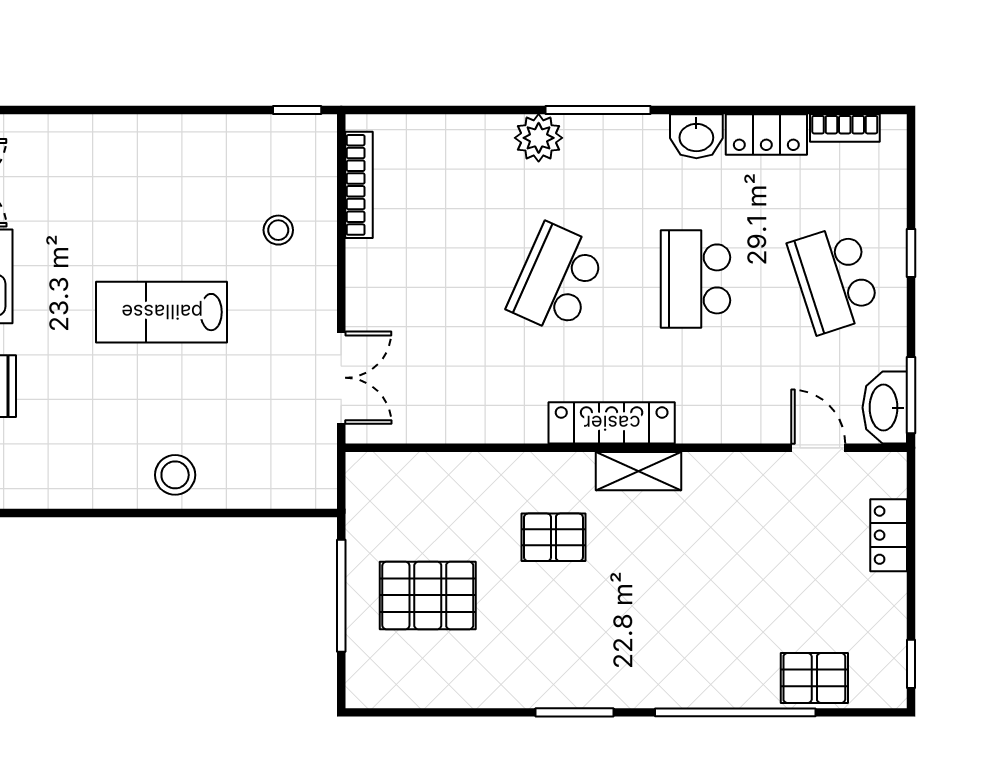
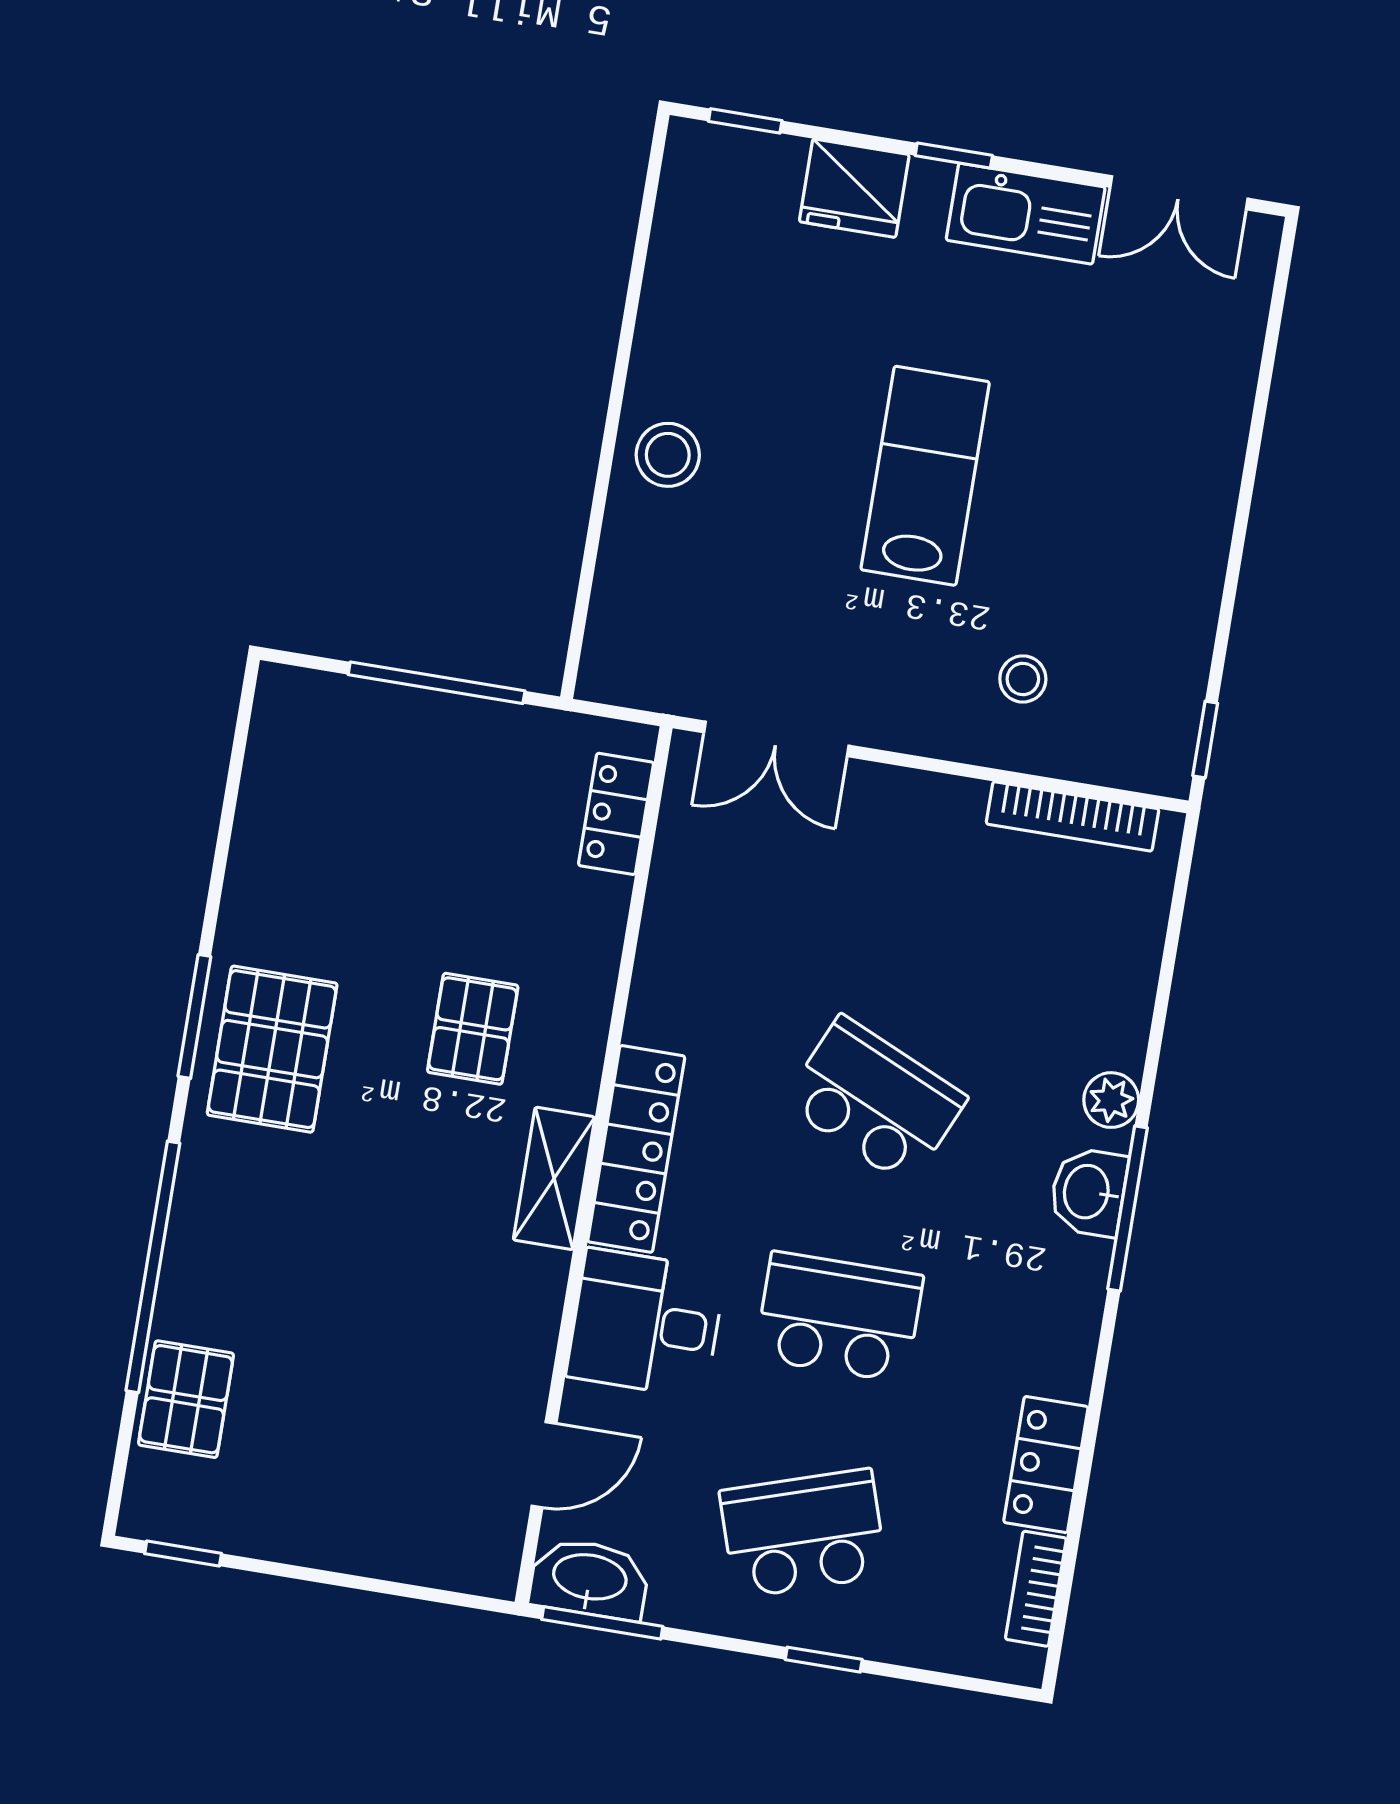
washbasin: (696, 136) -> (1088, 1192), moved
plant: (539, 138) -> (1111, 1100), width x0.73, depth x0.73
desk: (719, 399) -> (646, 1323), added
locker: (889, 535) -> (616, 814), moved, turned -90
pallet: (428, 595) -> (272, 1049), moved

